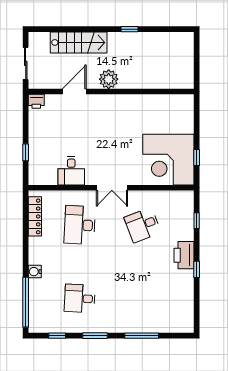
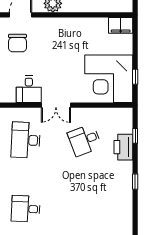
filing cabinet: (181, 103) -> (121, 25), added
chair: (71, 122) -> (18, 43), added
desk: (71, 171) -> (29, 89), moved
printer: (184, 255) -> (123, 147), moved

